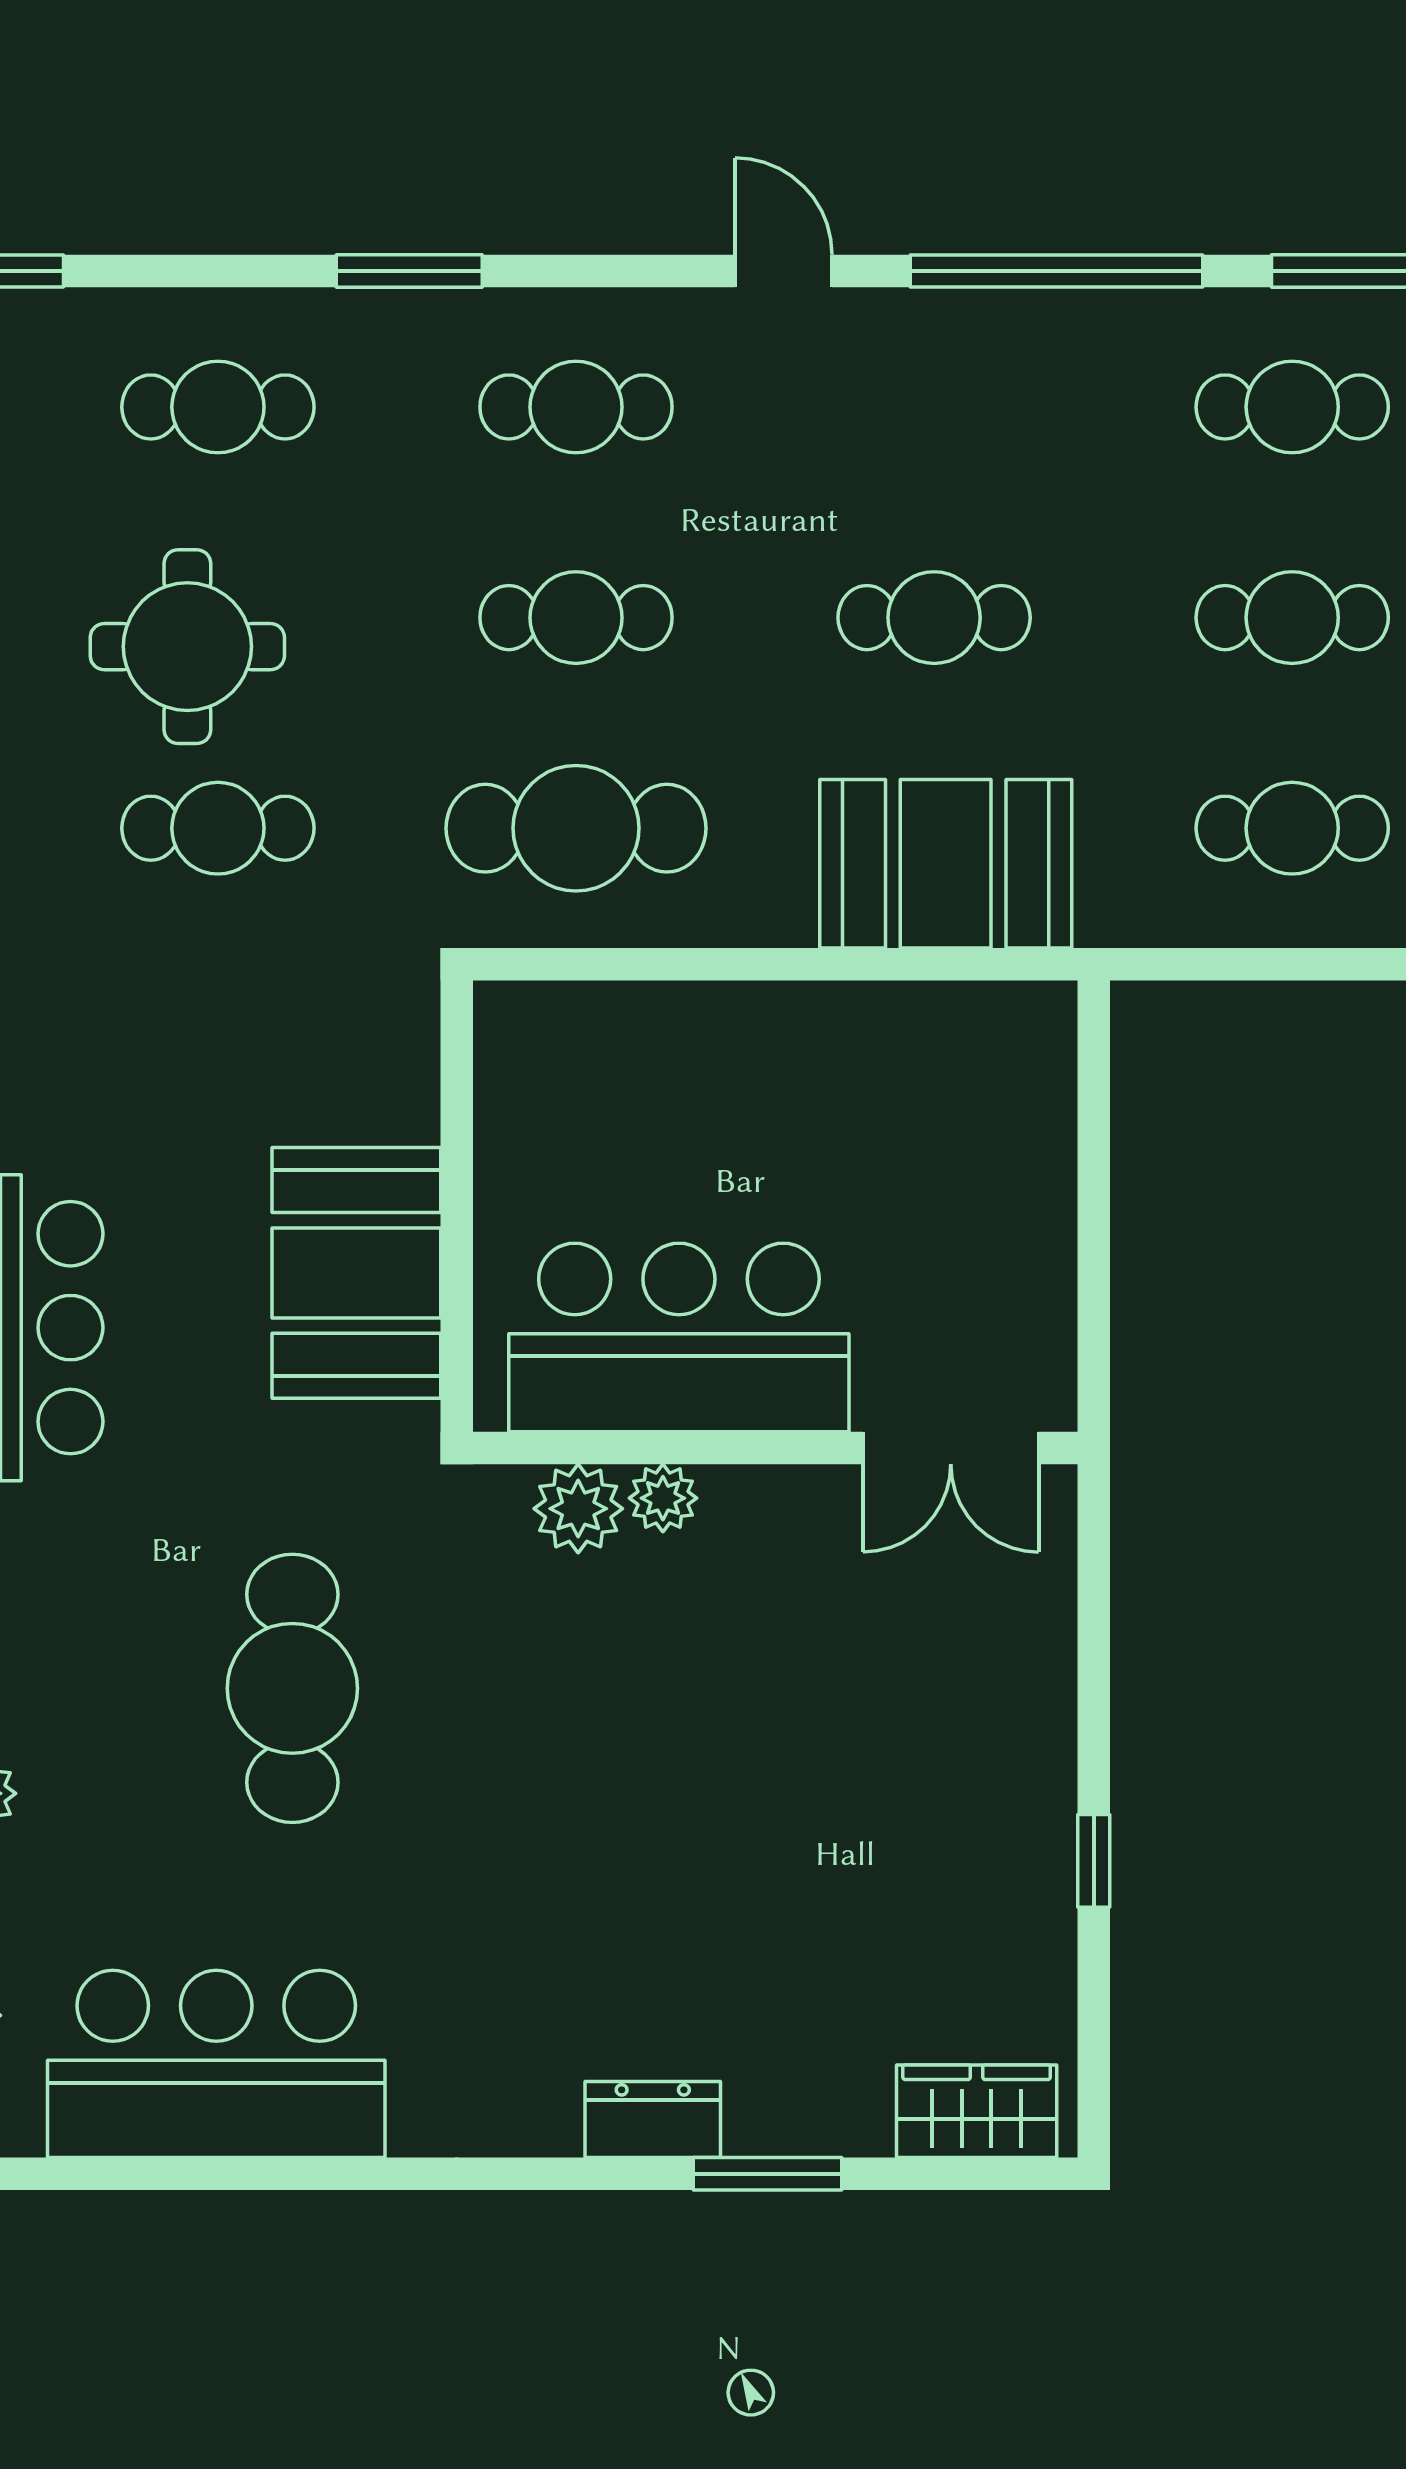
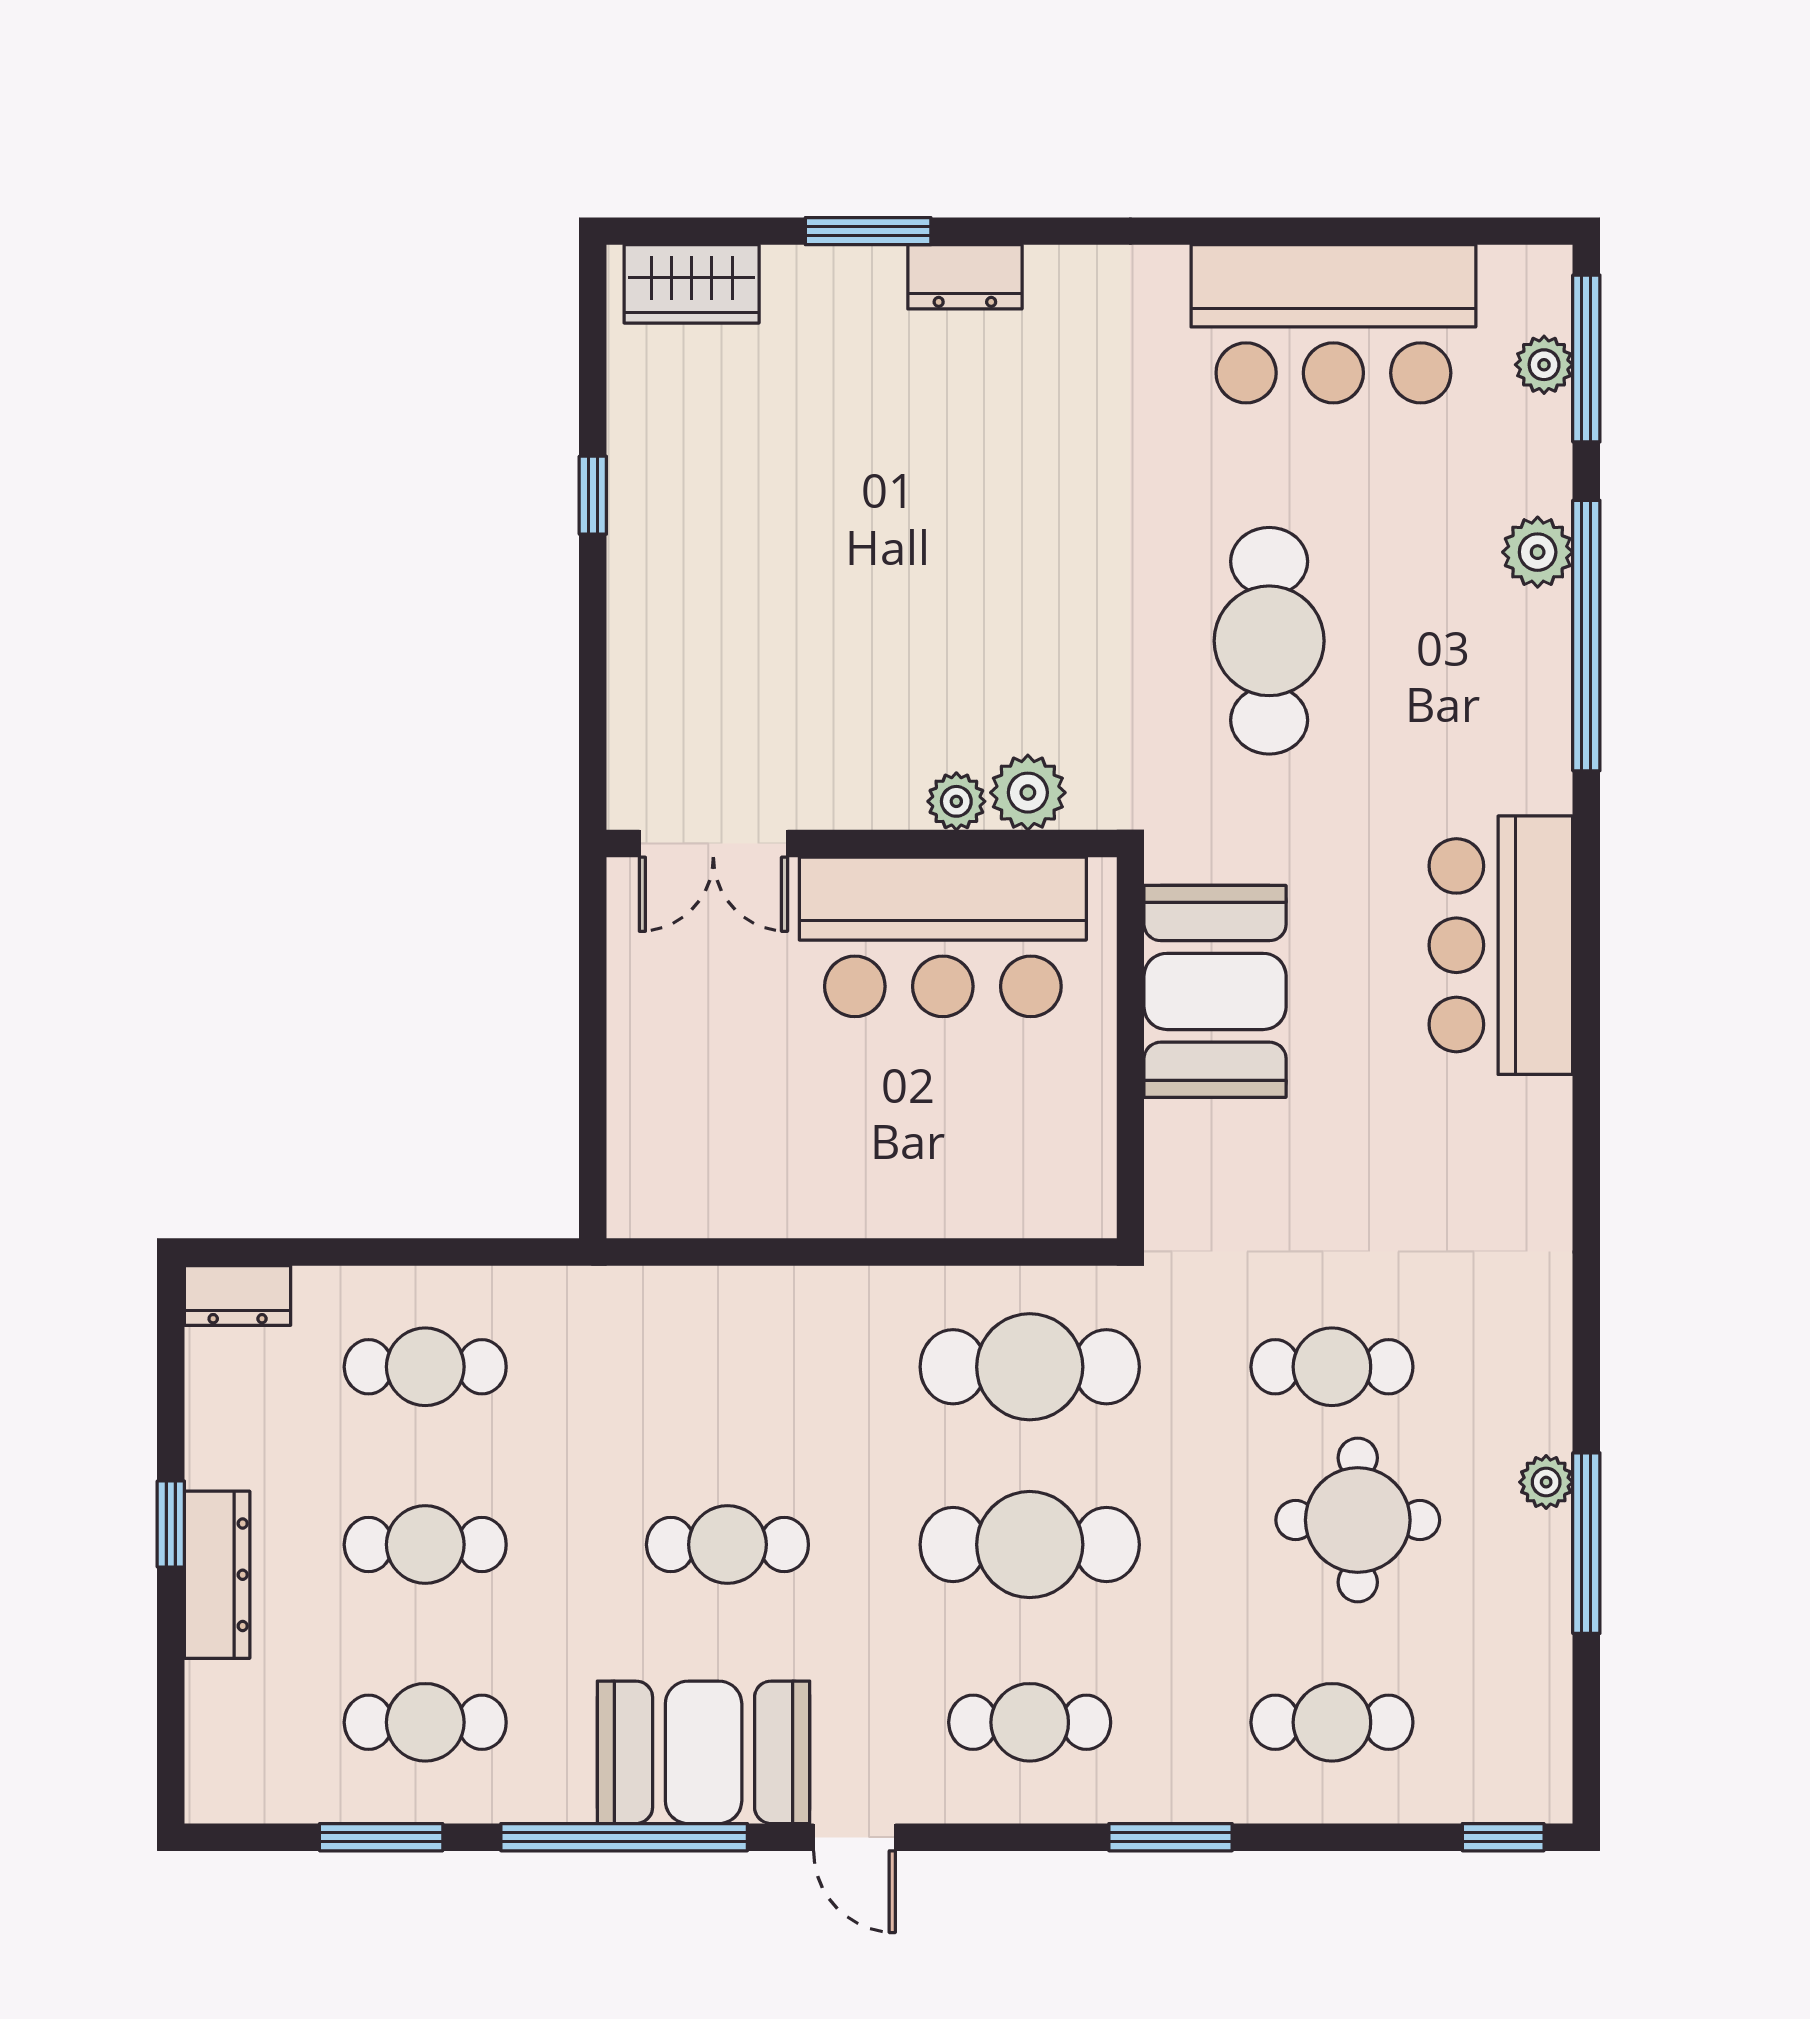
cafe table: (576, 618) -> (1030, 1545), width x1.37, depth x1.35
booth: (946, 864) -> (704, 1752), moved
double door: (951, 1448) -> (713, 844), swing flipped

